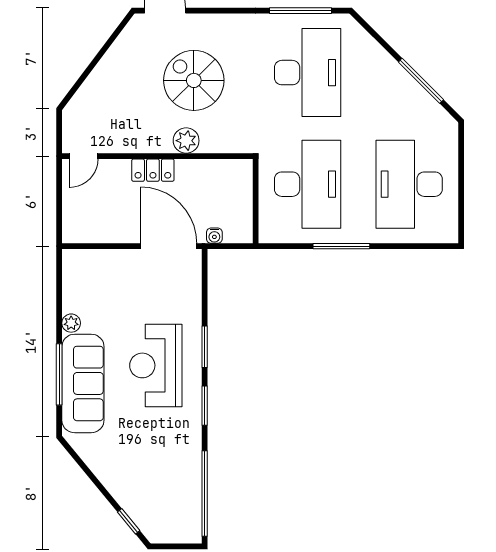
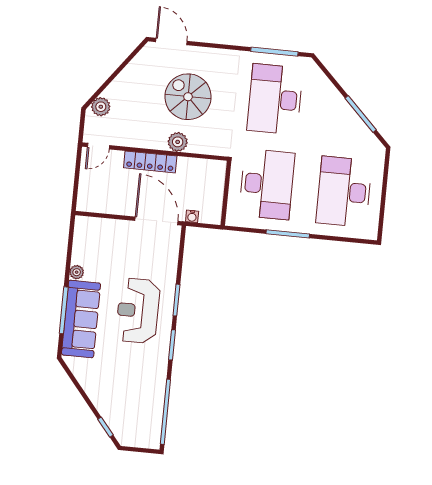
desk: (308, 73) -> (275, 99), turned 180
plant: (82, 105) -> (101, 107), added
locker: (153, 170) -> (150, 162), width x1.53

